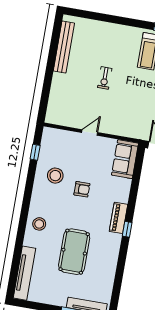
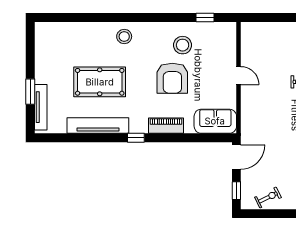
armchair: (82, 189) -> (172, 78), width x1.88, depth x1.88
piano: (119, 218) -> (166, 126), moved
tv unit: (24, 273) -> (98, 126), moved, turned 180

